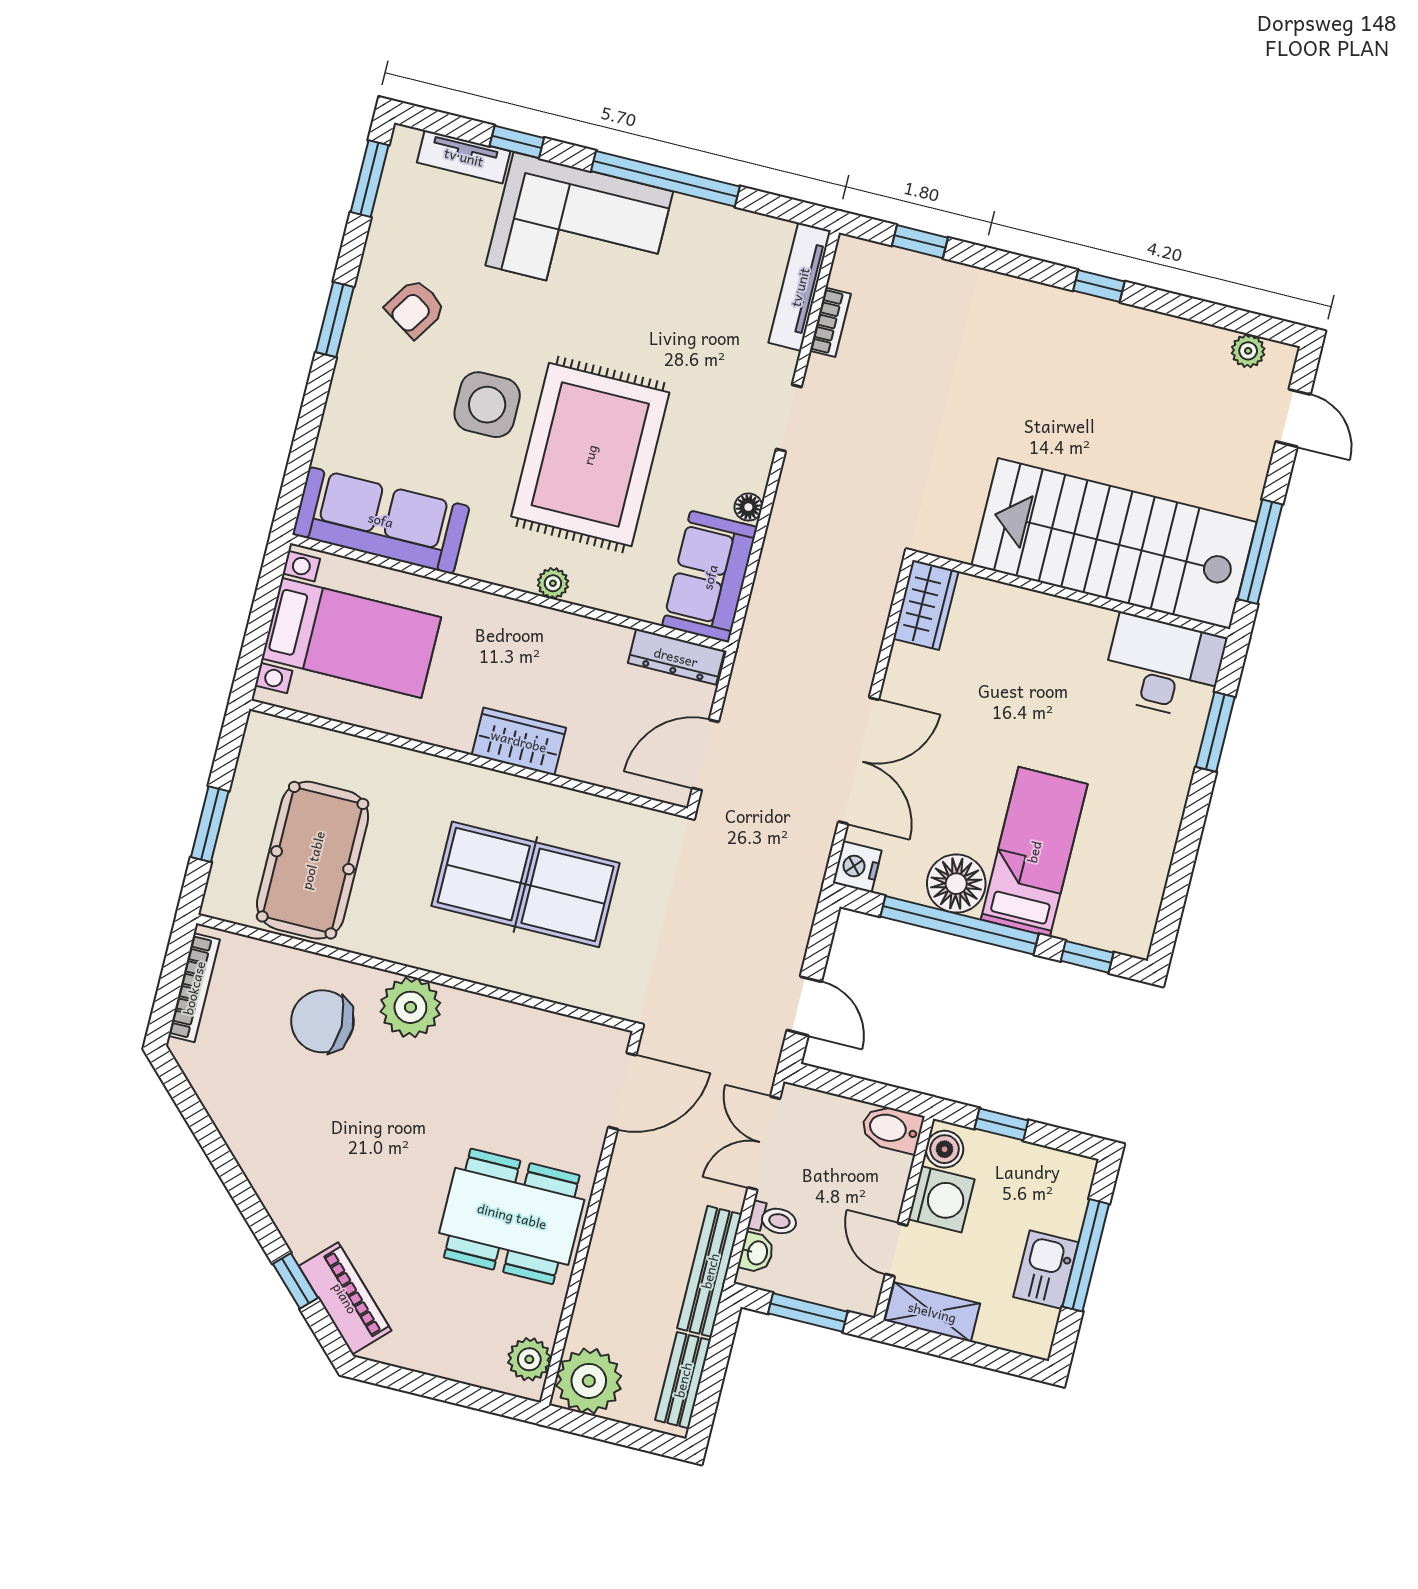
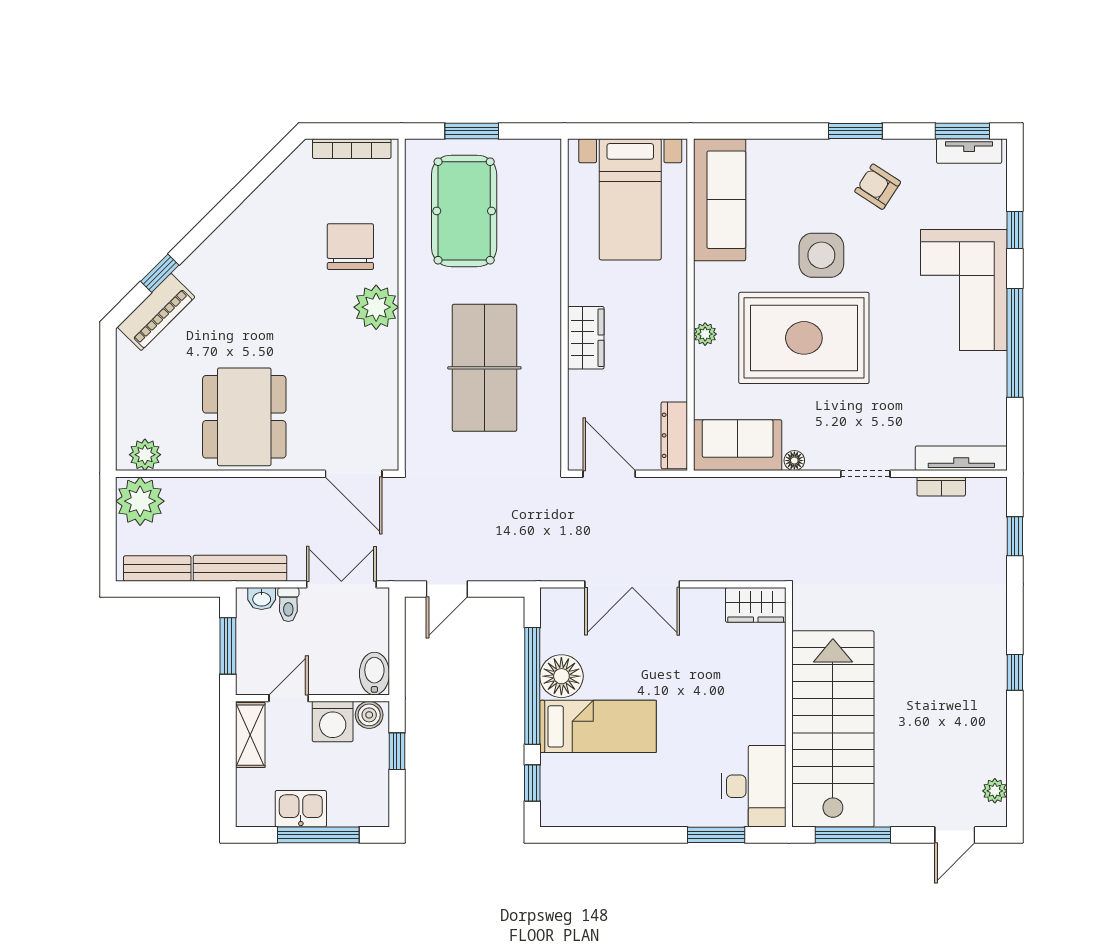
tv unit: (464, 157) -> (969, 151), moved, turned -90
pool table: (313, 860) -> (464, 211), turned 90
nightstand: (857, 867) -> (556, 602), removed

